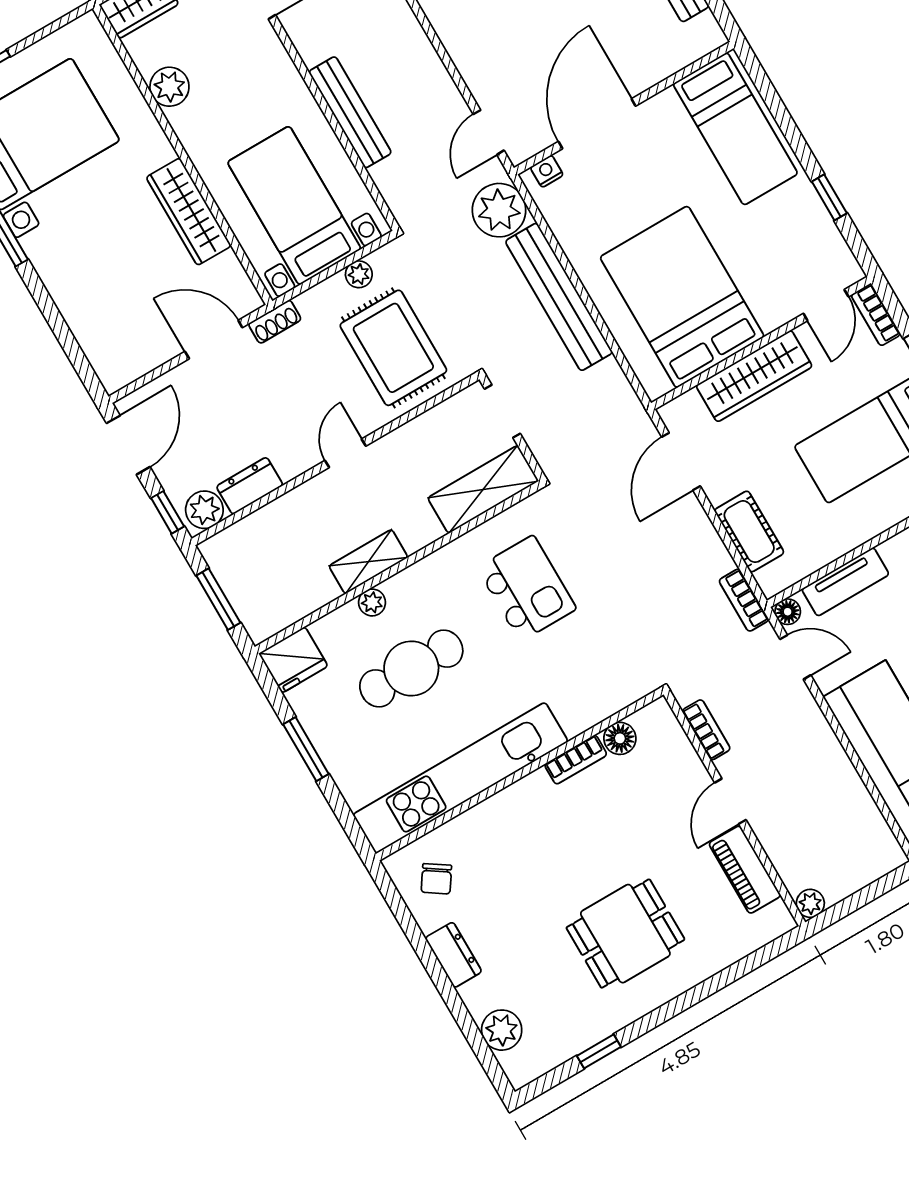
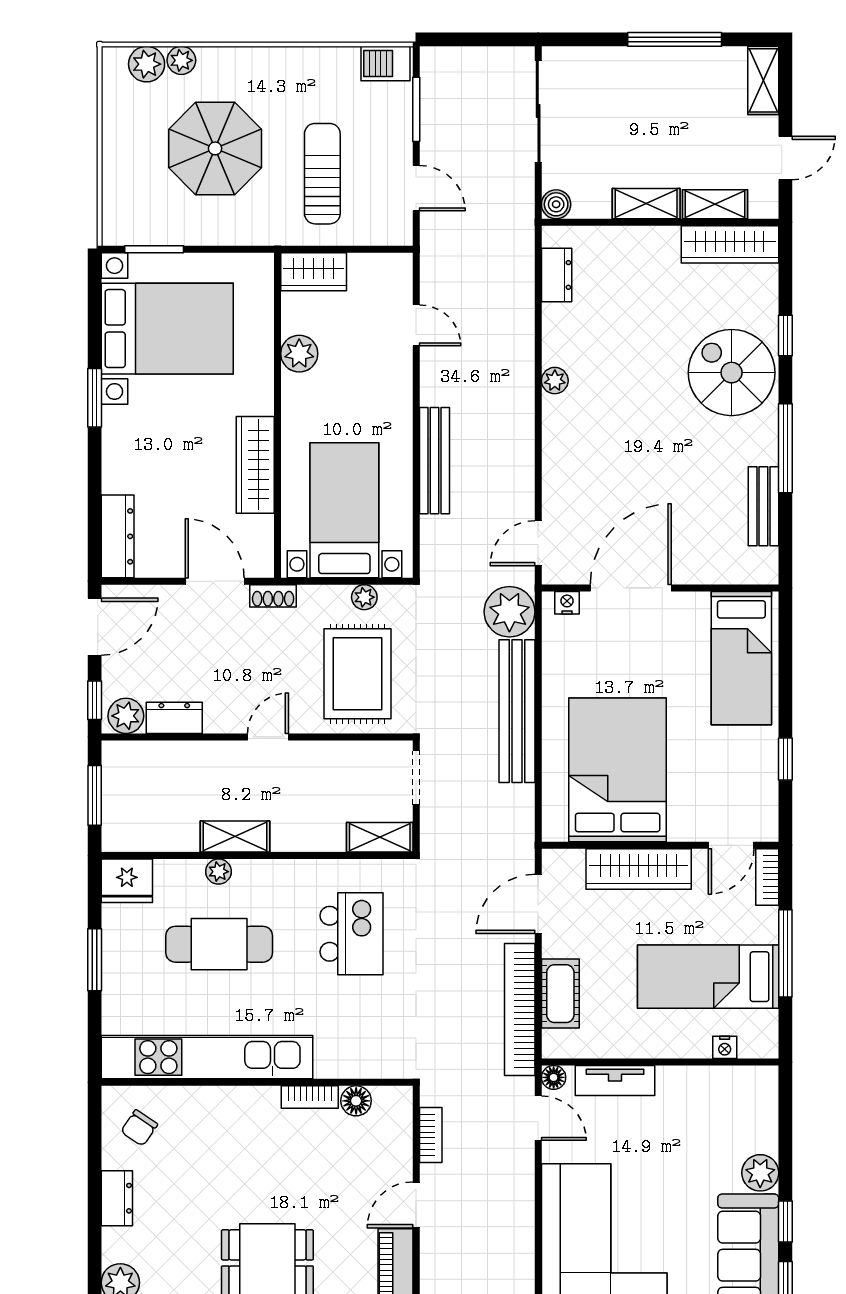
dresser: (101, 350) -> (118, 536), added
shelving: (483, 489) -> (380, 837), width x0.67, depth x0.75
bookcase: (744, 600) -> (520, 1010), width x2.31, depth x1.31

